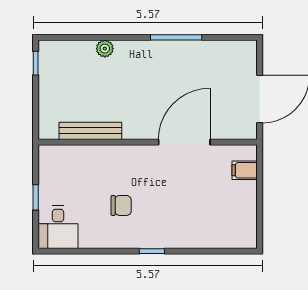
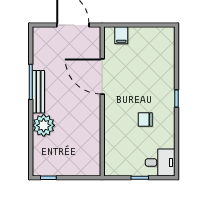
plant: (105, 49) -> (44, 125), width x1.88, depth x1.88
bench: (90, 131) -> (38, 92), moved
chair: (121, 205) -> (145, 119), turned -90

